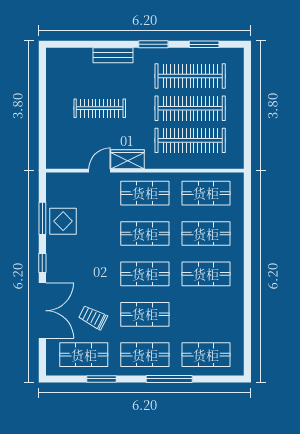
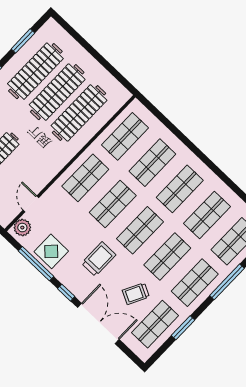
wardrobe: (127, 159) -> (51, 168), removed
door: (100, 171) -> (31, 204), moved
plant: (60, 181) -> (22, 228), added
window: (42, 218) -> (36, 264), width x1.44
trolley: (92, 263) -> (99, 259), added
shop shelf: (206, 314) -> (207, 215), added

